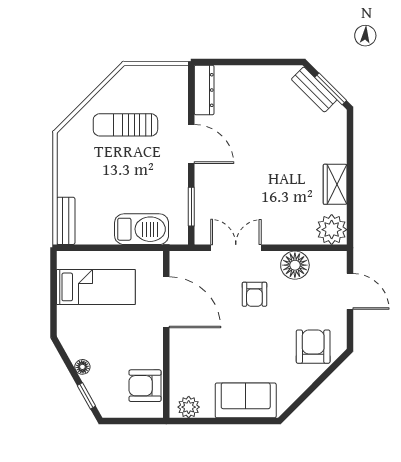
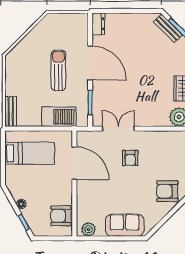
dresser: (204, 90) -> (98, 24), width x0.70
sun lounger: (125, 125) -> (58, 70), moved, turned 90
door: (191, 144) -> (90, 63), width x1.36
floor lamp: (295, 265) -> (156, 140), removed
armchair: (313, 347) -> (167, 191), turned -90

